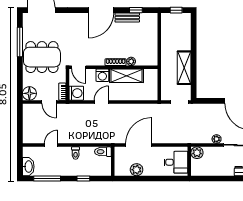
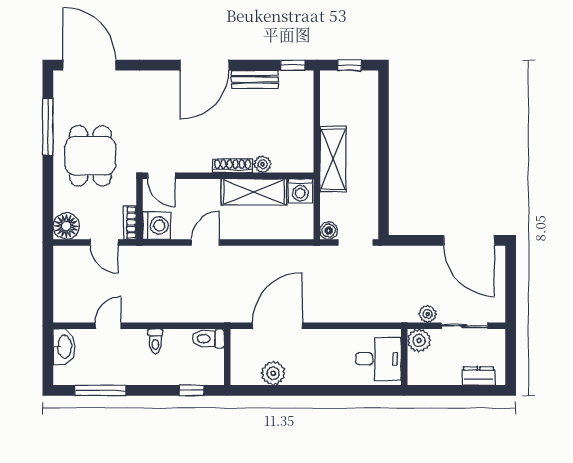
window: (136, 10) -> (293, 65), moved
dining table: (42, 57) -> (90, 156), width x0.73
shelving: (184, 68) -> (333, 159), moved
washing machine: (102, 75) -> (300, 191), moved
boiler: (165, 96) -> (329, 231), added
plant: (197, 153) -> (419, 341), moved
wall: (189, 161) -> (404, 357), moved
desk: (176, 162) -> (378, 359), moved
washbasin: (28, 167) -> (64, 347), moved
window: (83, 179) -> (192, 390), moved

